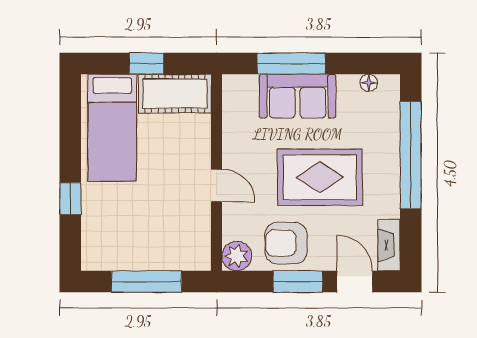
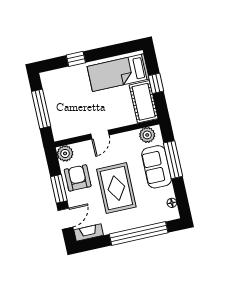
plant: (236, 100) -> (147, 135), added

